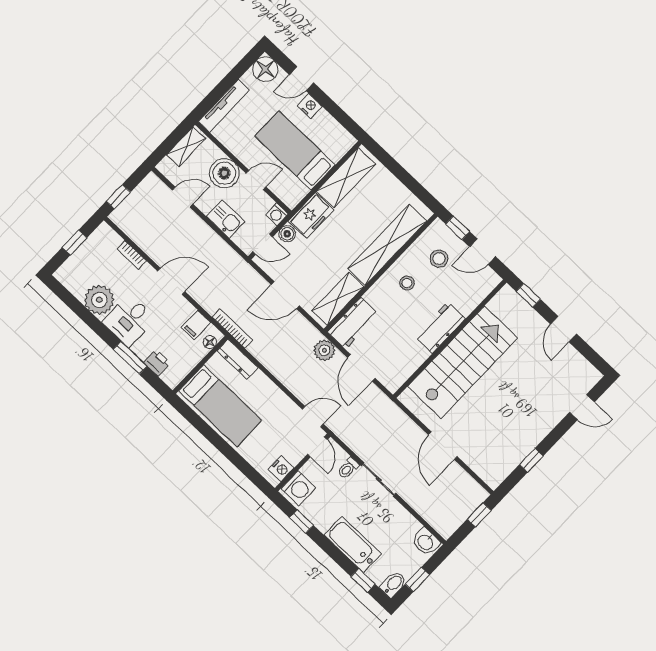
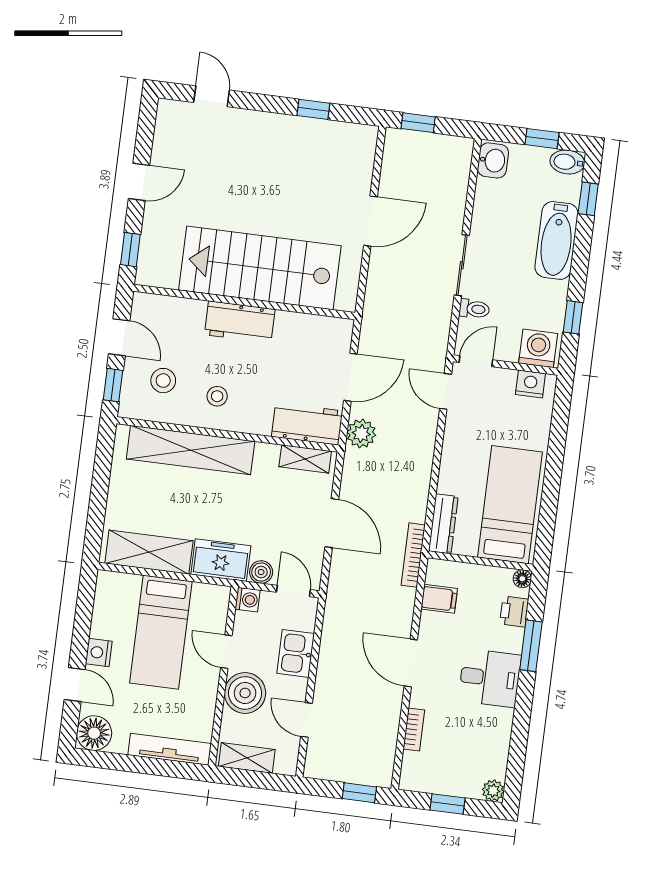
shelving: (338, 299) -> (305, 459), width x0.67, depth x0.75
plant: (99, 300) -> (493, 791), moved, width x0.53, depth x0.53
floor lamp: (210, 342) -> (522, 579), moved

